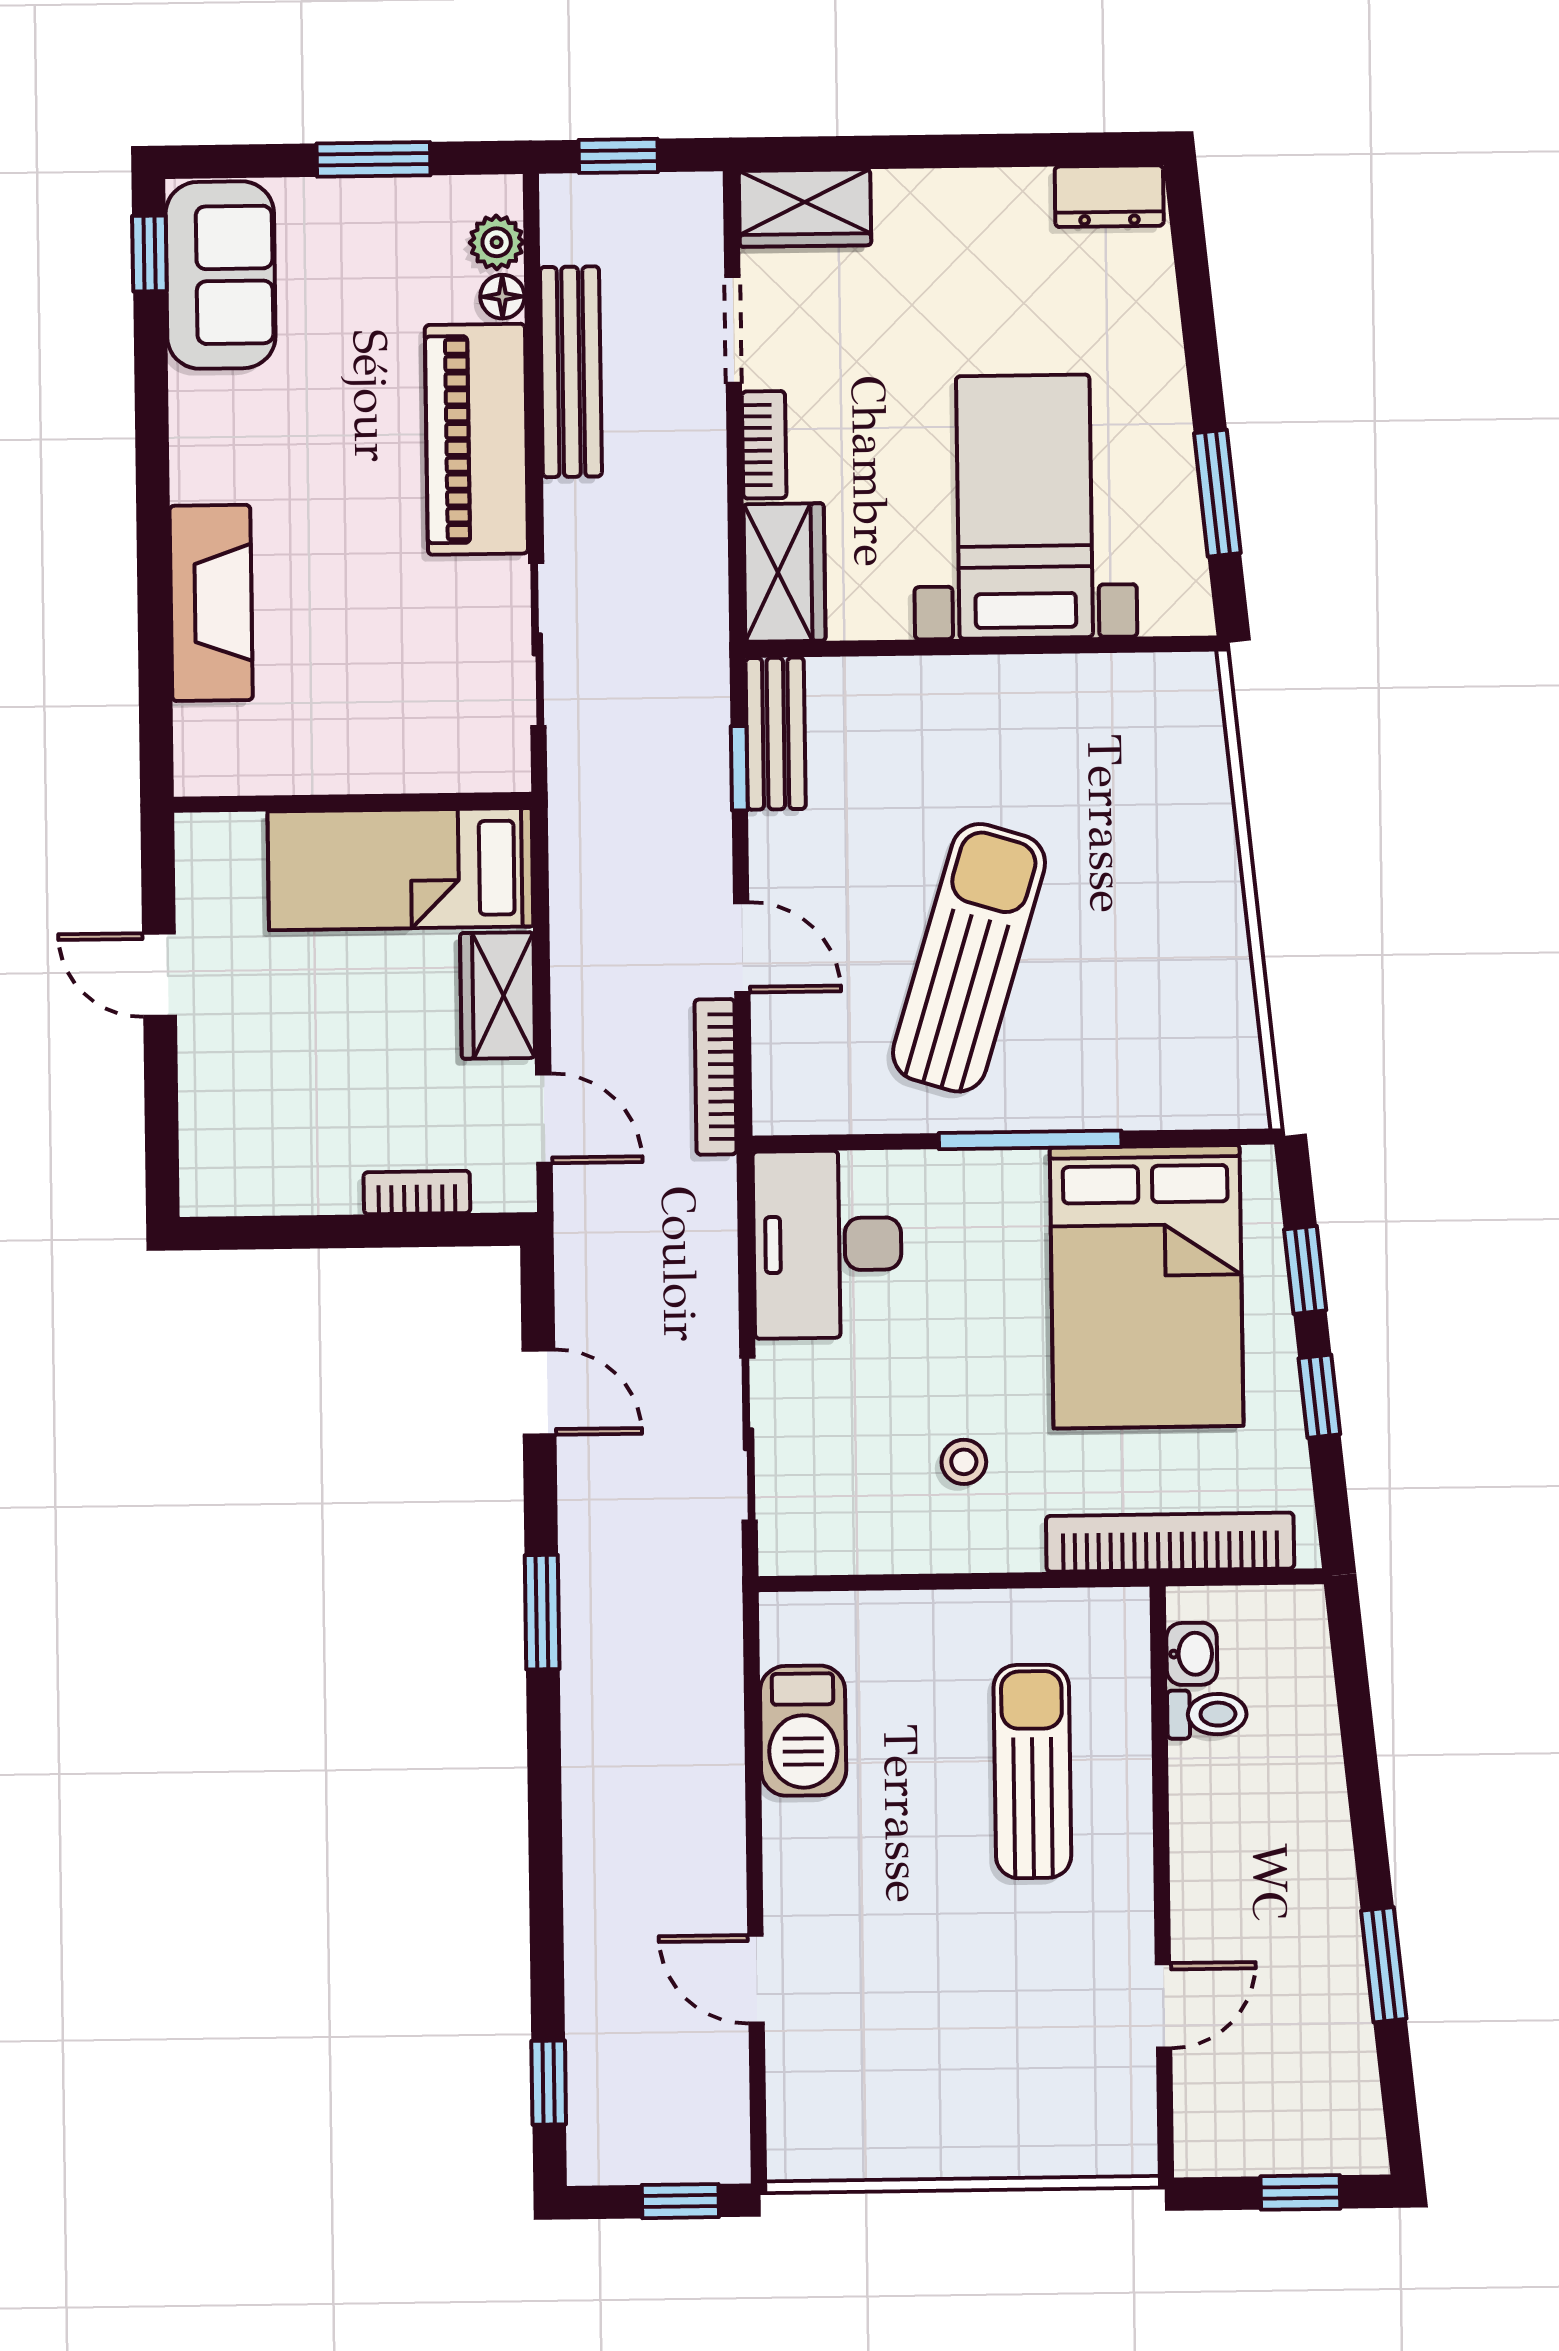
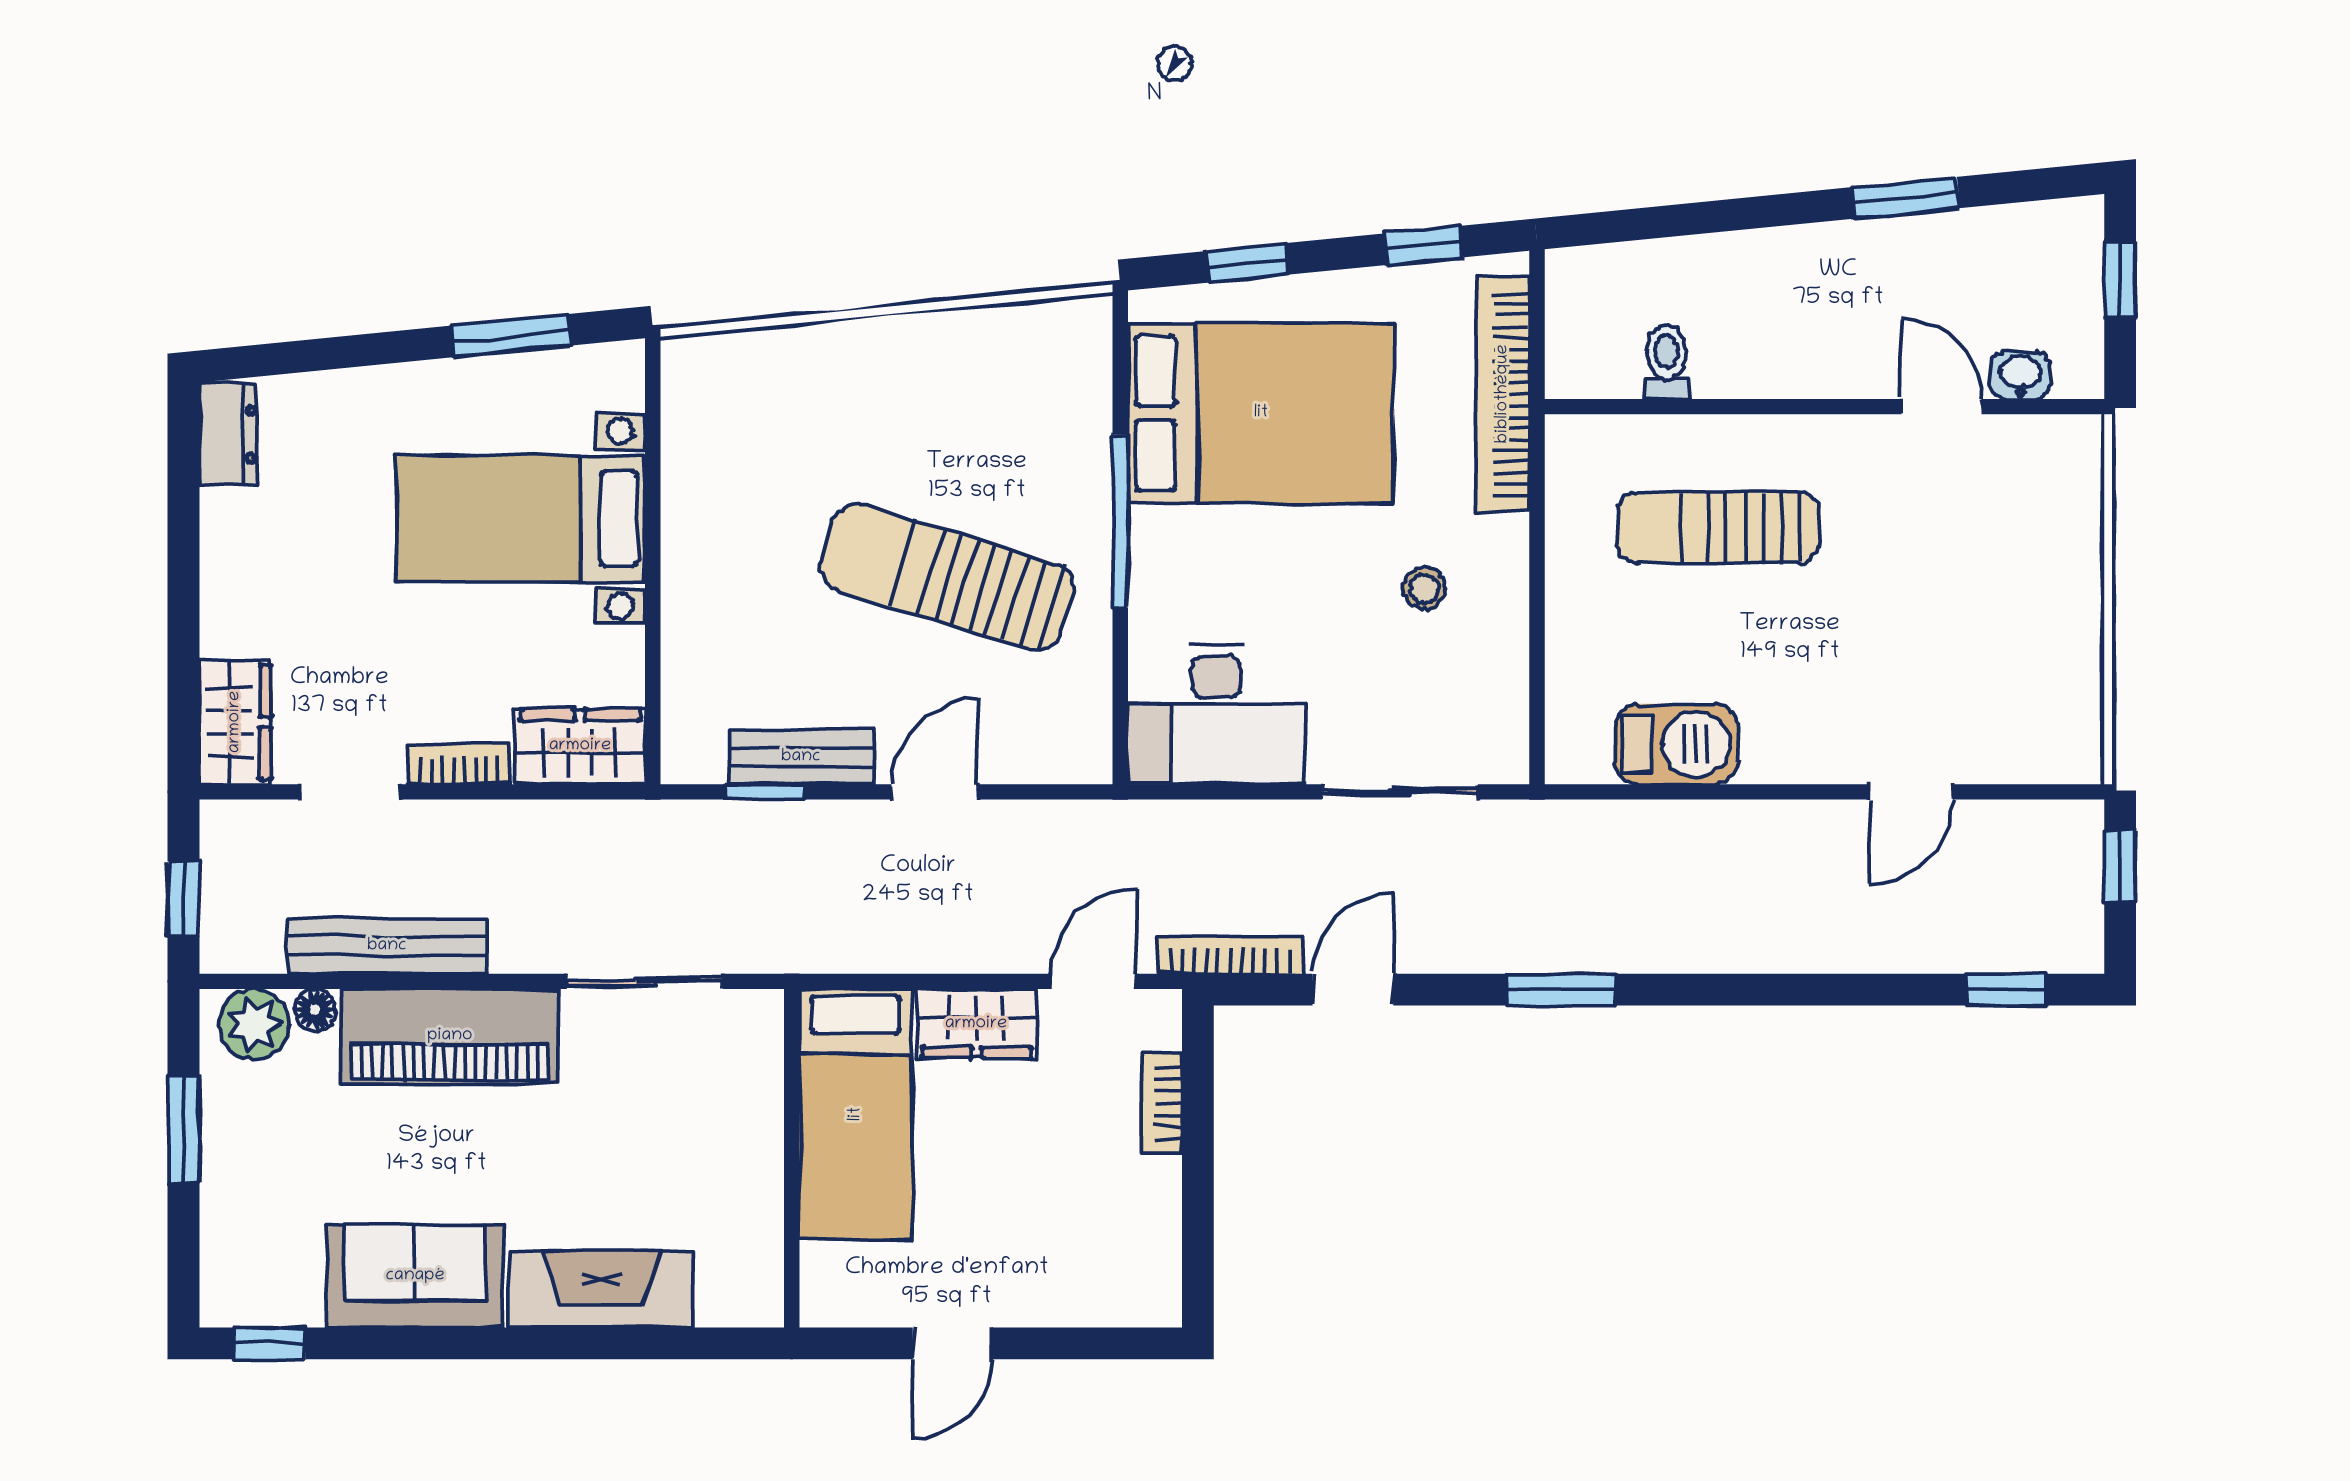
plant: (497, 242) -> (254, 1024), width x1.38, depth x1.38
sofa: (221, 275) -> (415, 1276), moved
bench: (776, 734) -> (801, 757), moved
bookcase: (716, 1077) -> (1230, 955), moved, turned 180
window: (1319, 1396) -> (1424, 245), moved
washbasin: (1192, 1654) -> (2021, 375), moved

